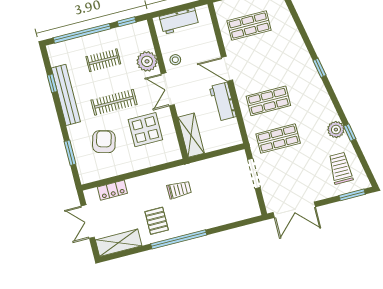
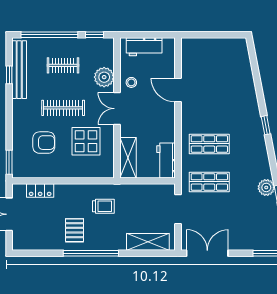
shop shelf: (249, 26) -> (209, 68), removed
door: (227, 69) -> (178, 90), moved
bench: (66, 95) -> (19, 70), moved
workbench: (223, 102) -> (166, 160), moved
armchair: (104, 142) -> (44, 143), turned 75
window: (70, 153) -> (9, 162), moved
trolley: (341, 168) -> (261, 225), removed
double door: (294, 210) -> (207, 253), swing flipped
shelving: (119, 243) -> (148, 242), moved

